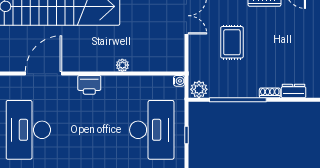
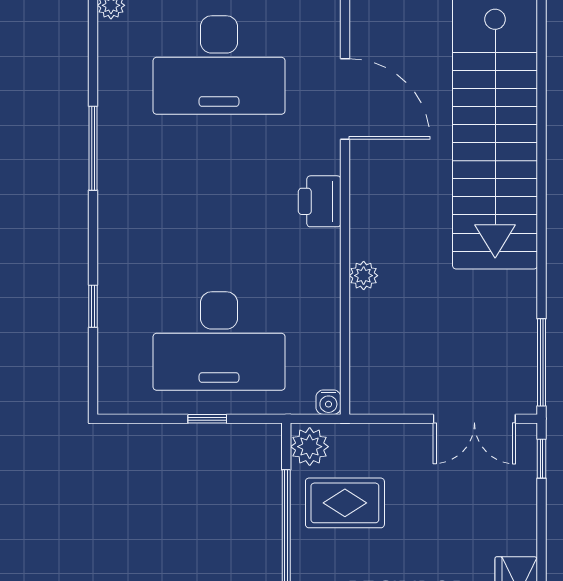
rug: (232, 42) -> (345, 503), moved
desk: (28, 130) -> (219, 65), turned 180

